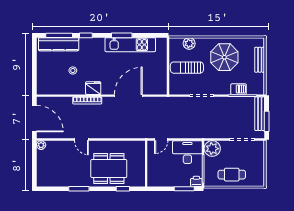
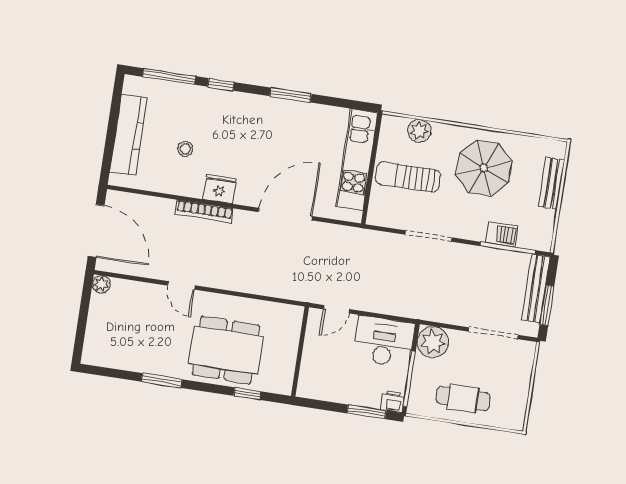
kitchen counter: (59, 44) -> (128, 135), moved, turned -90
kitchen unit: (130, 45) -> (357, 160), moved, turned 90

